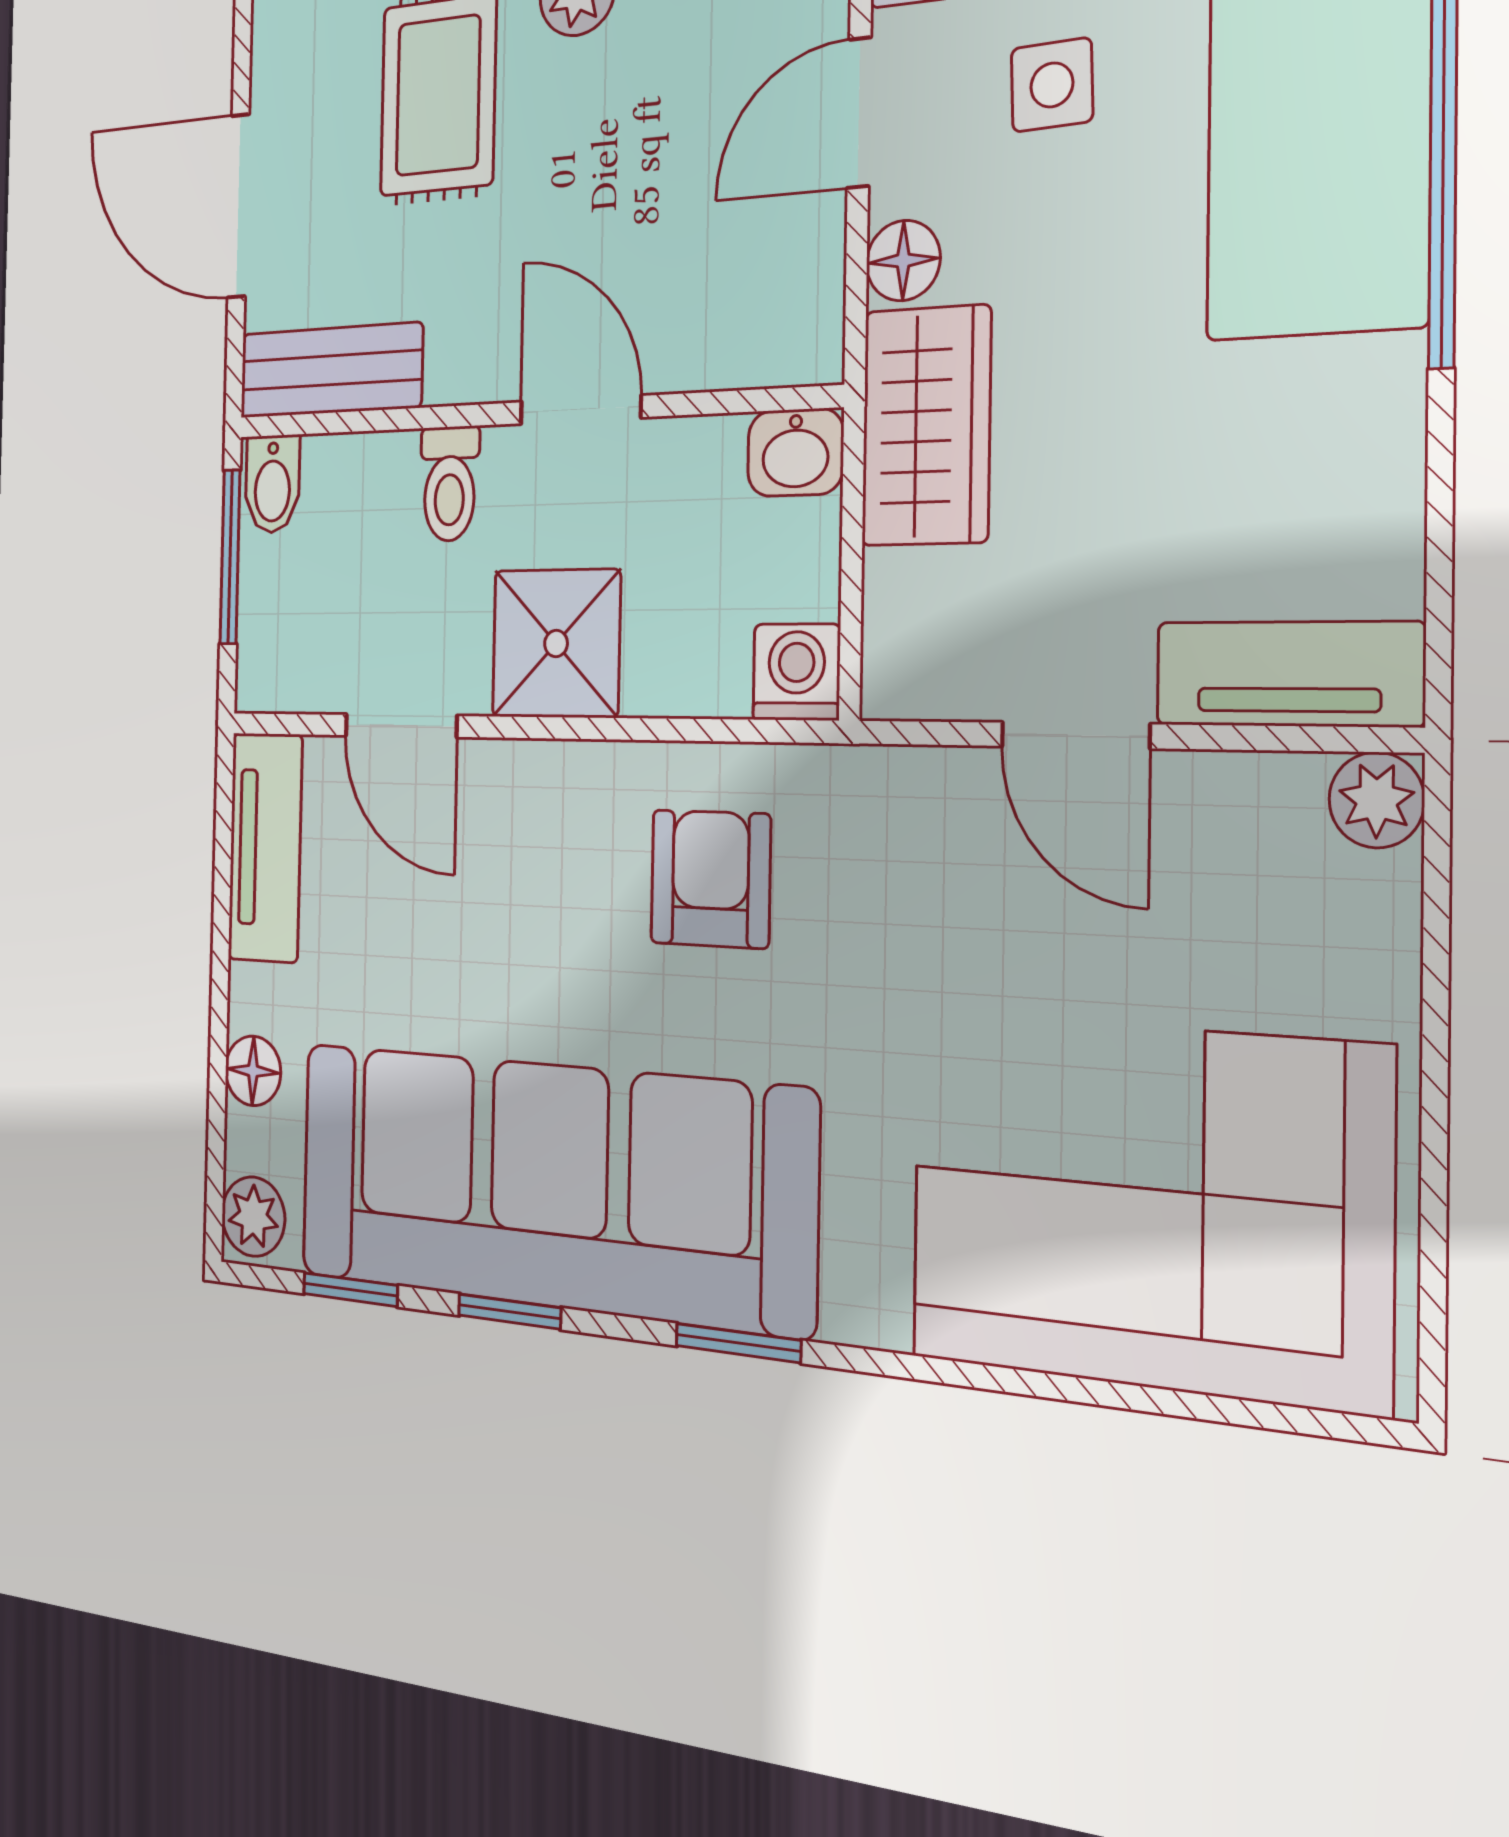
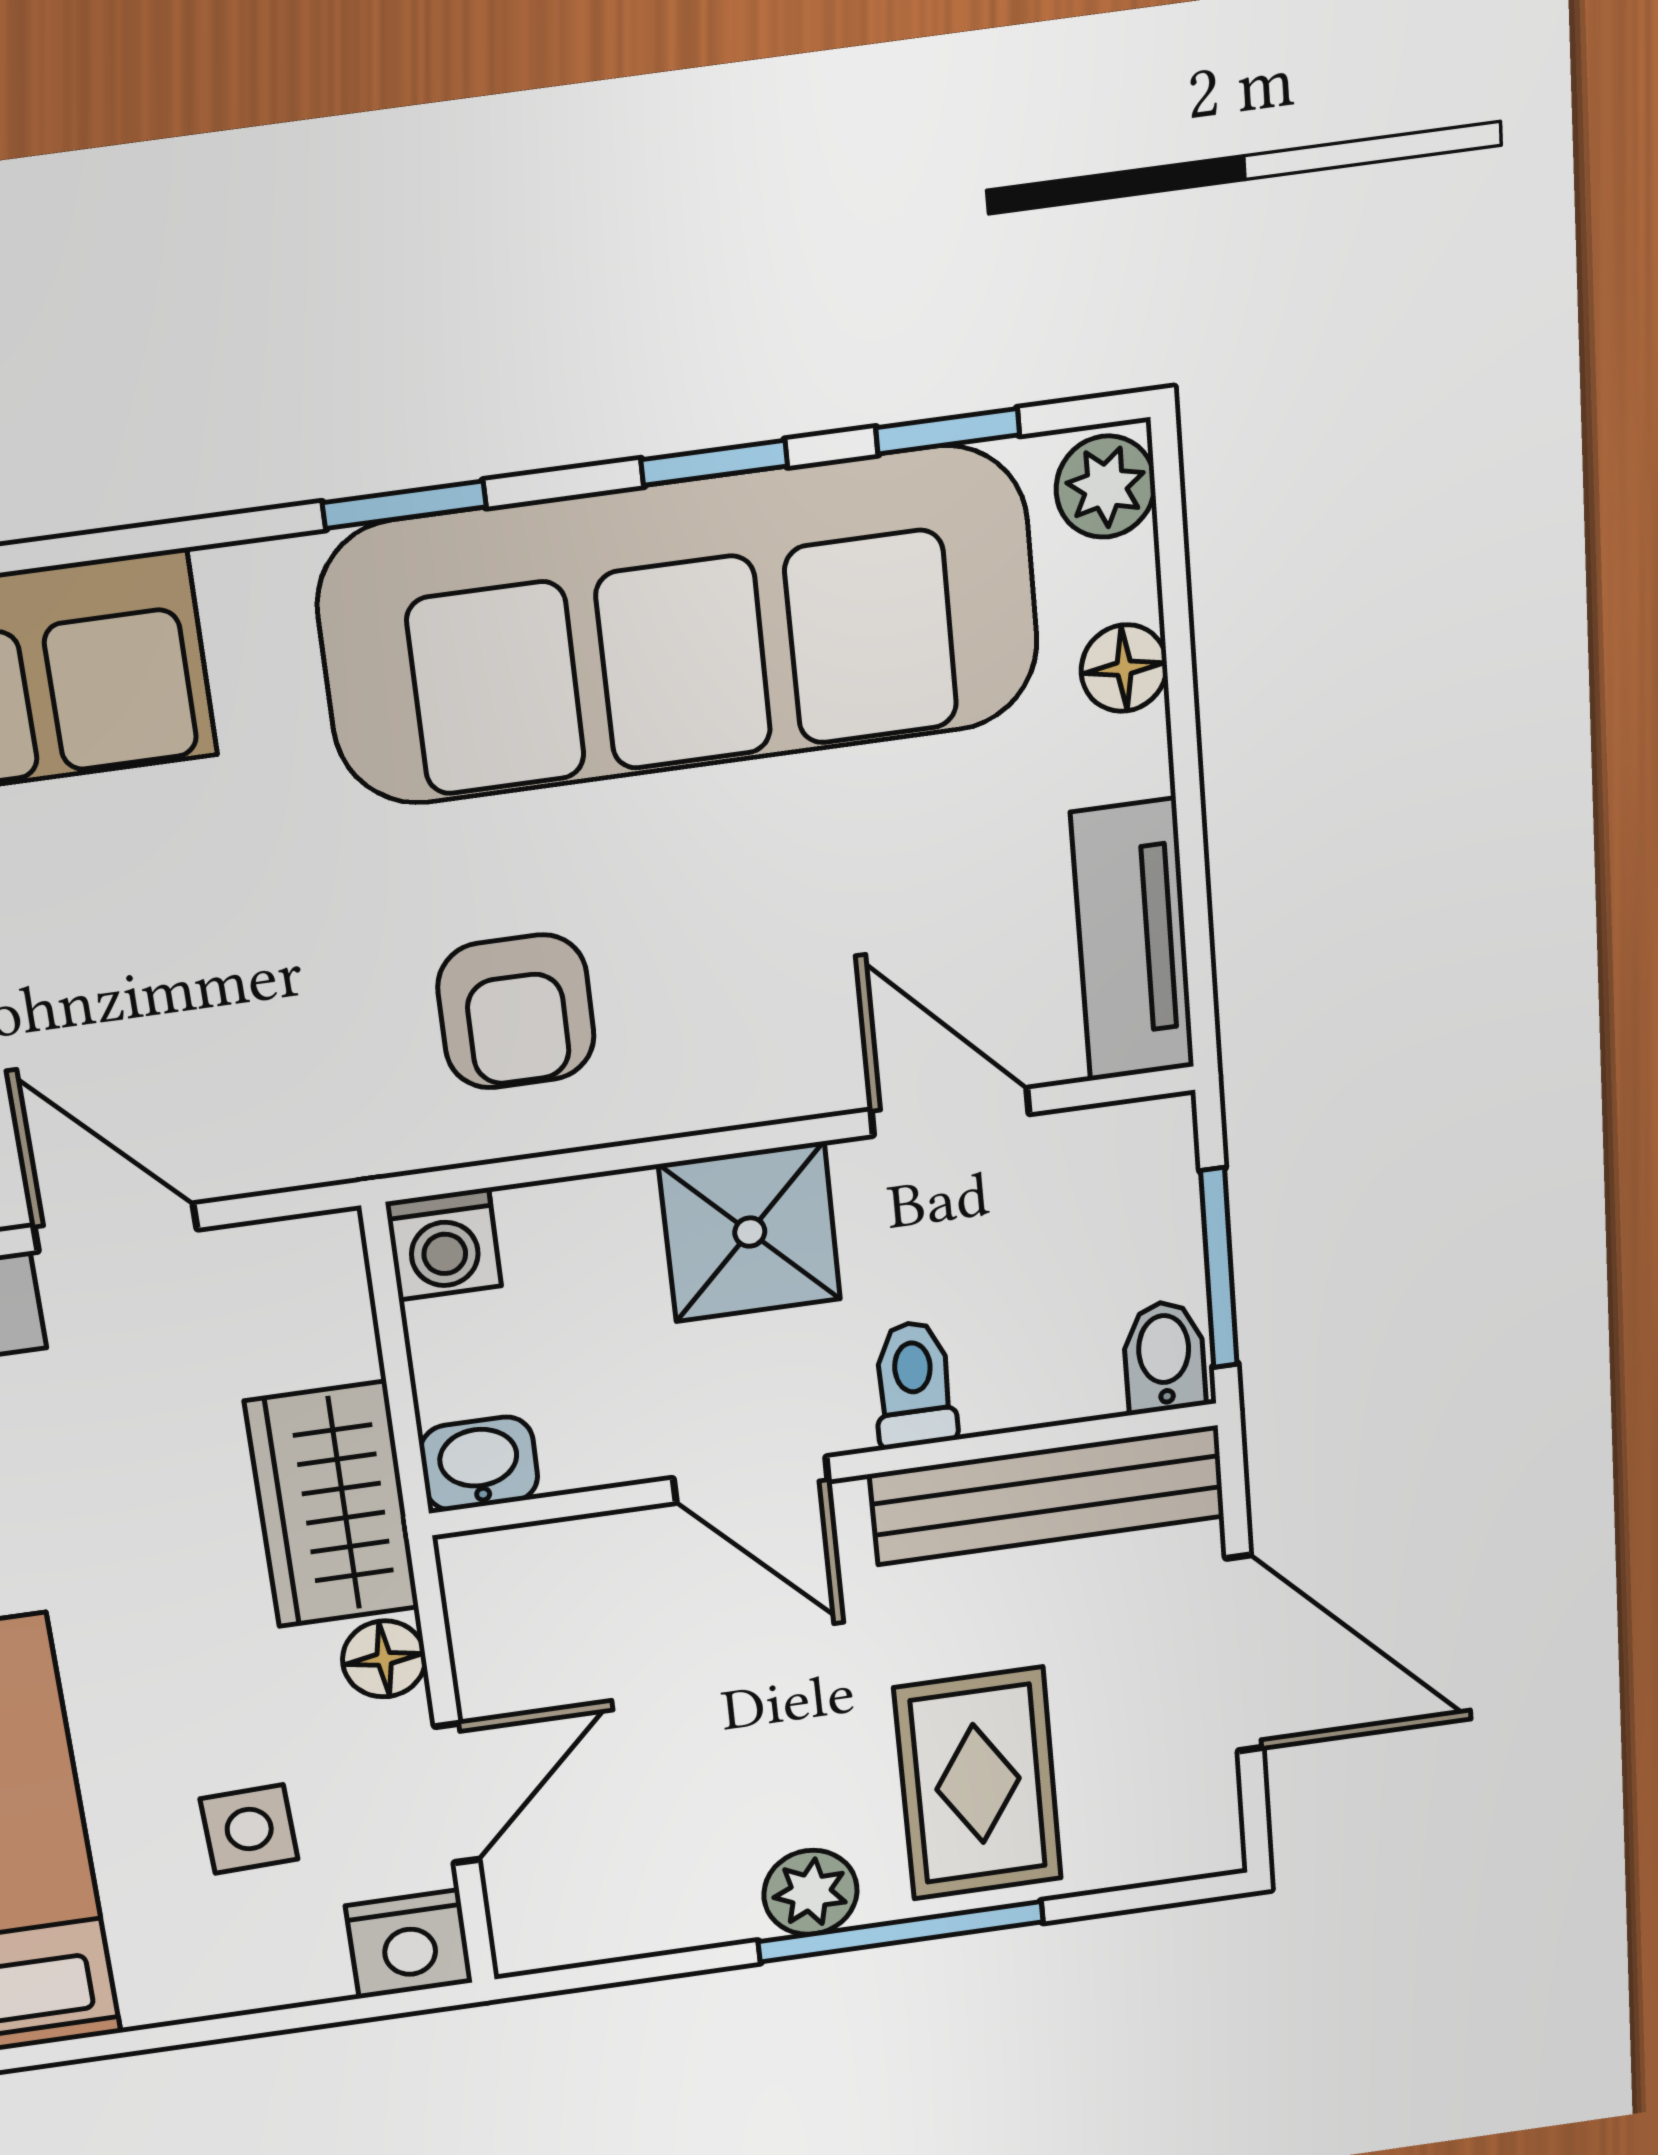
bench: (330, 370) -> (1047, 1495), width x1.36

